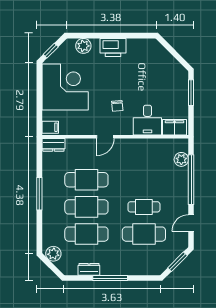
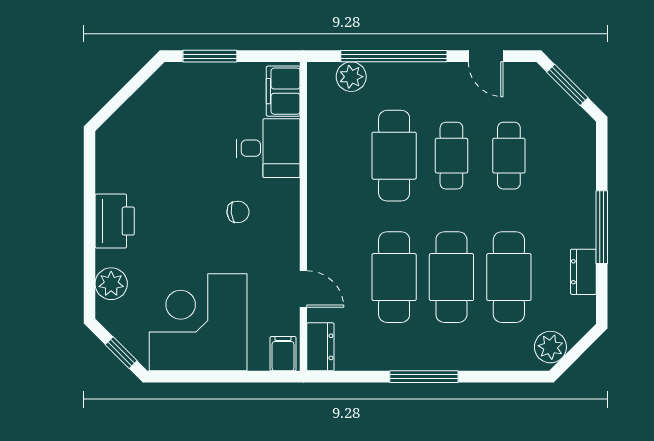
door: (105, 137) -> (303, 289), moved
cafe table: (144, 180) -> (394, 156), added
cafe table: (144, 234) -> (509, 156), width x0.73, depth x0.74

